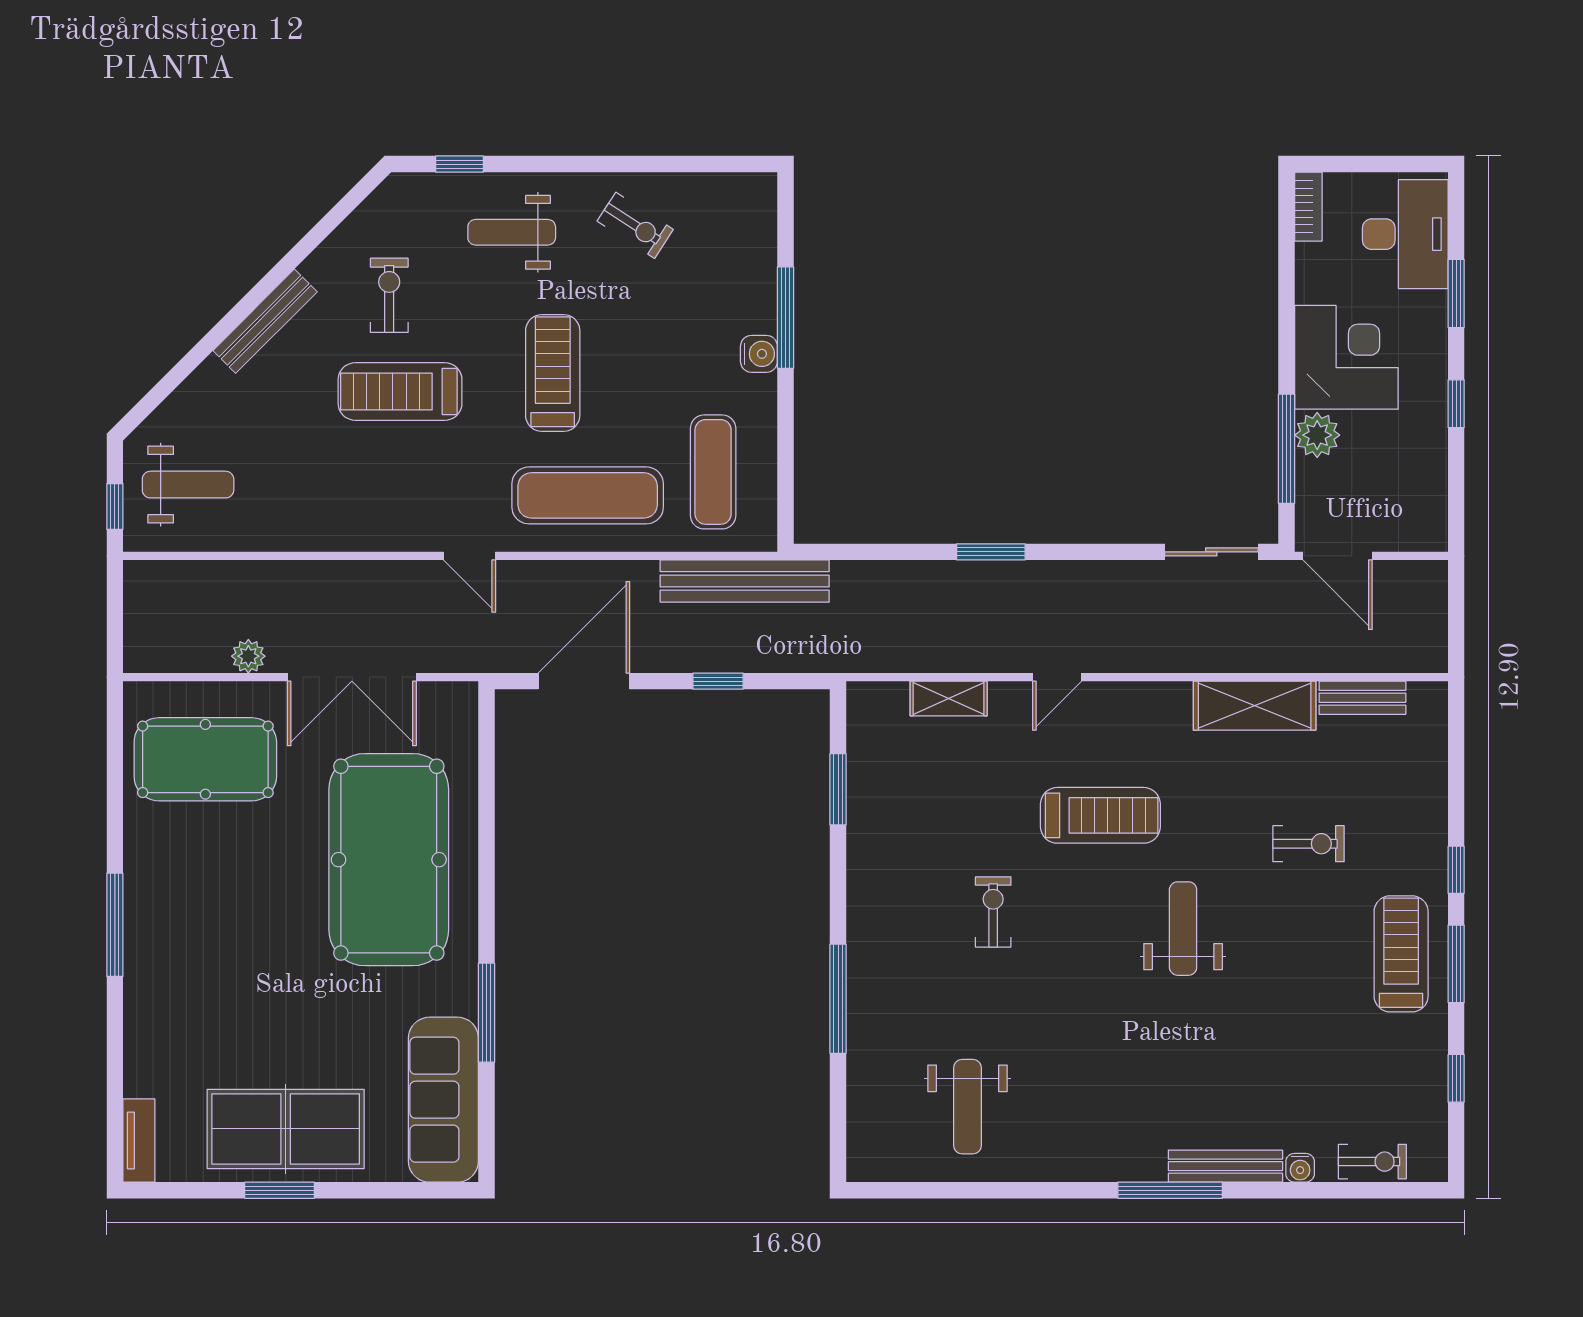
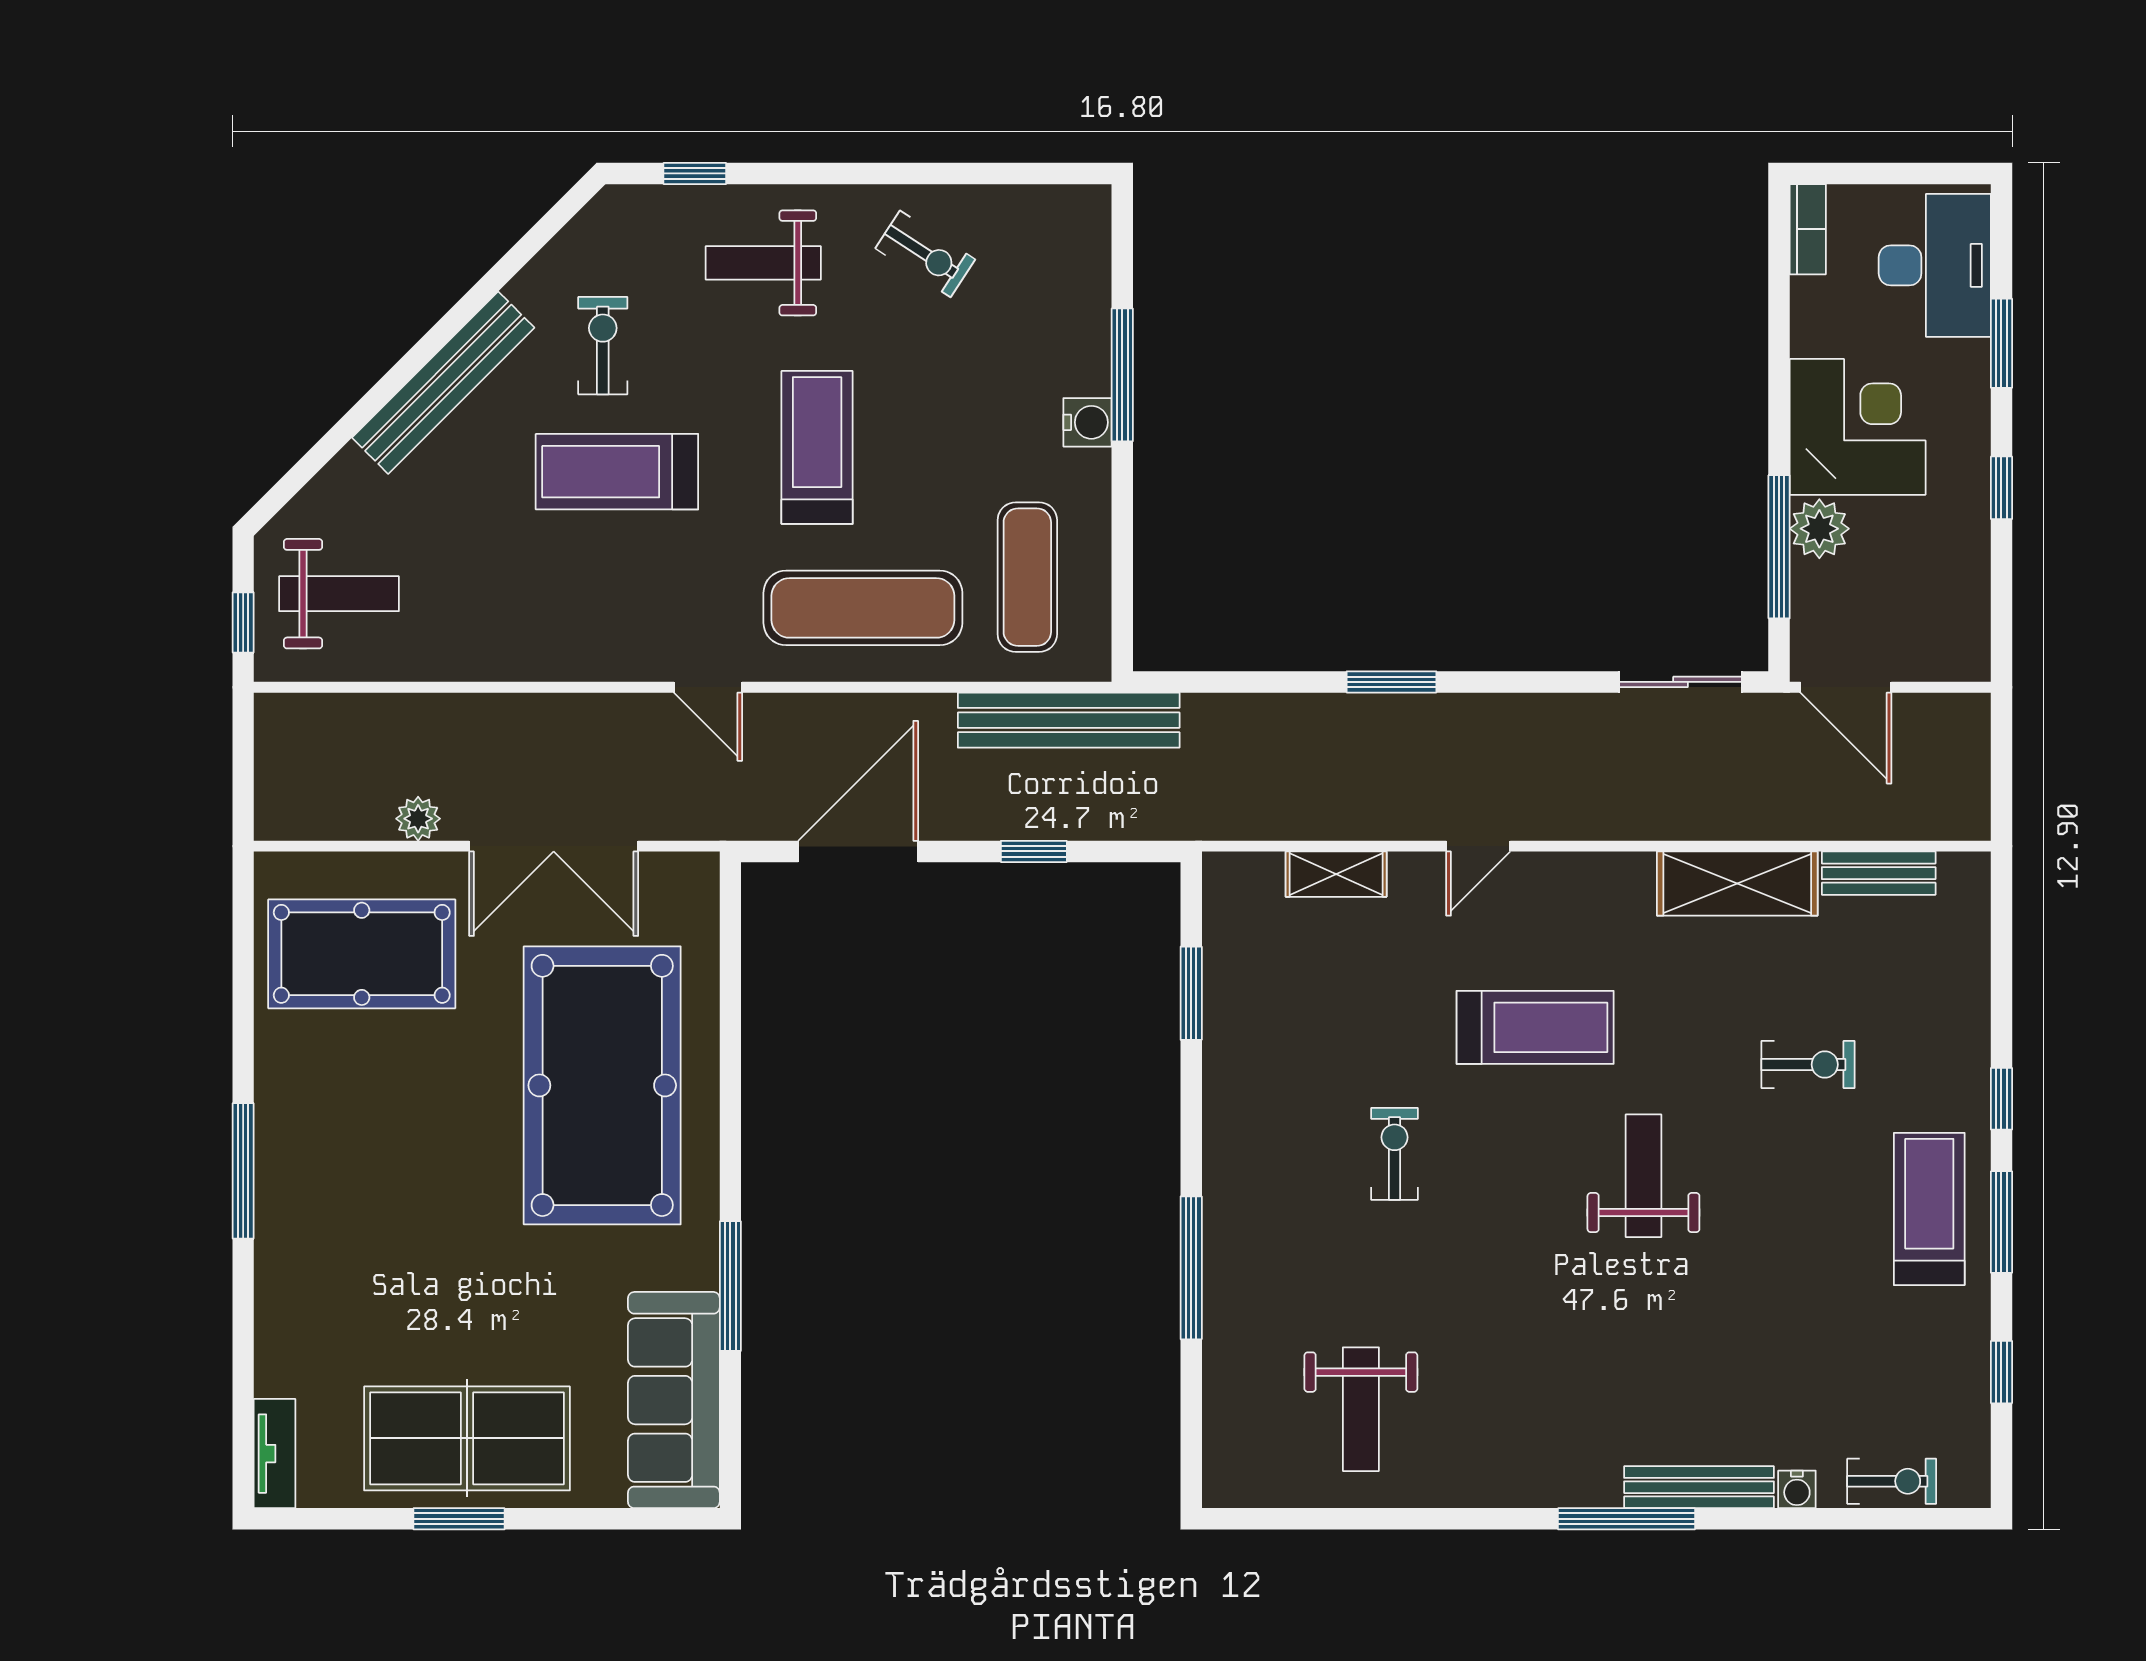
bench: (265, 321) -> (443, 383), width x1.37, depth x1.21

